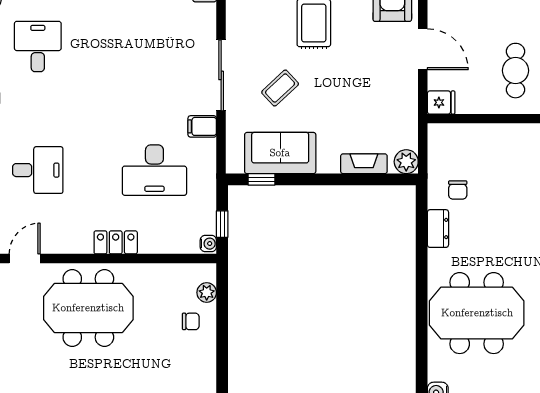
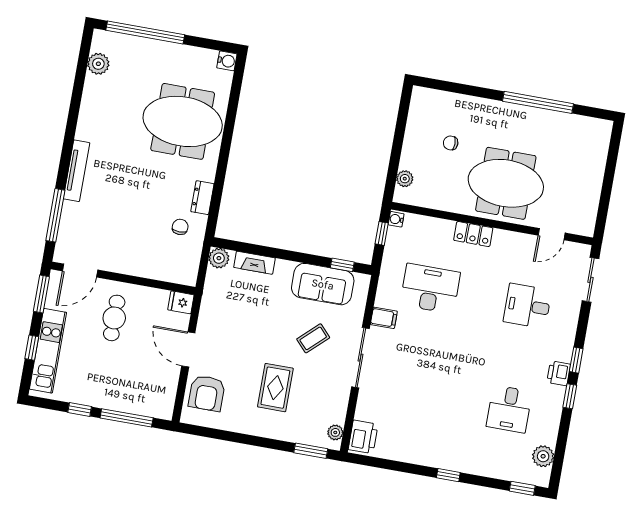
chair: (191, 321) -> (451, 143), moved

